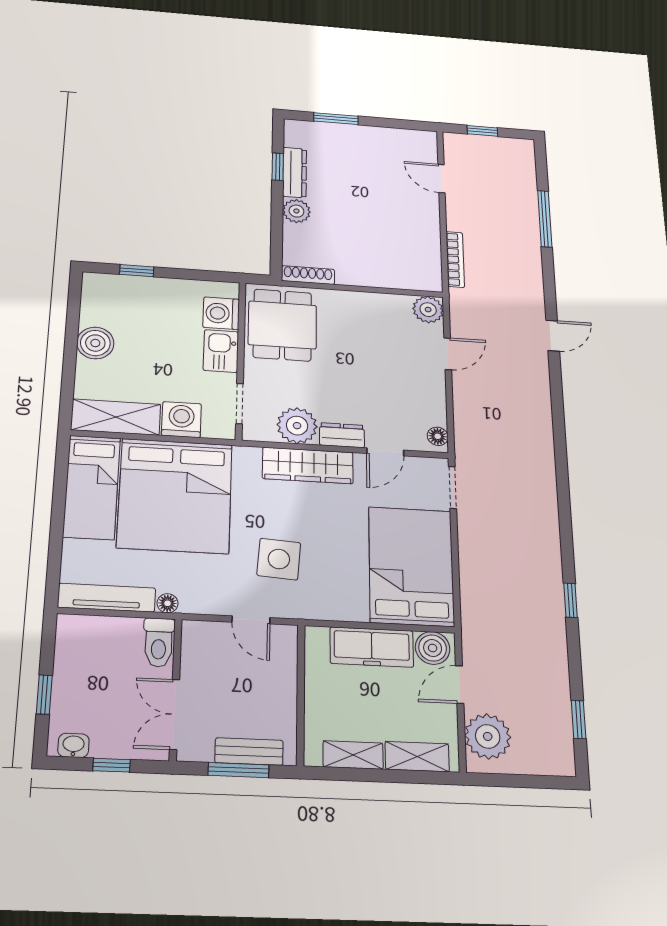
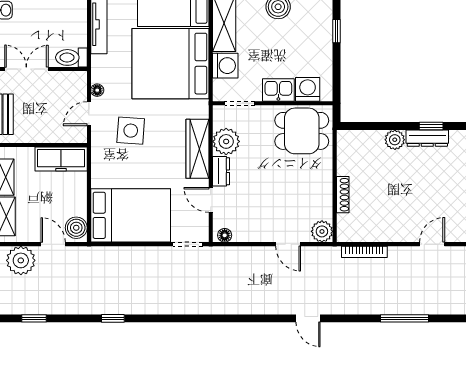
shoe rack: (308, 275) -> (343, 195), moved
floor lamp: (168, 603) -> (97, 90), moved
freezer: (372, 647) -> (61, 159), moved, turned -90

